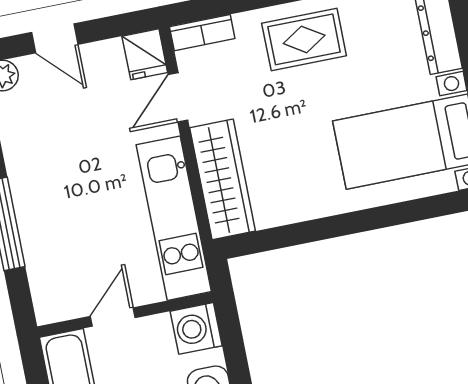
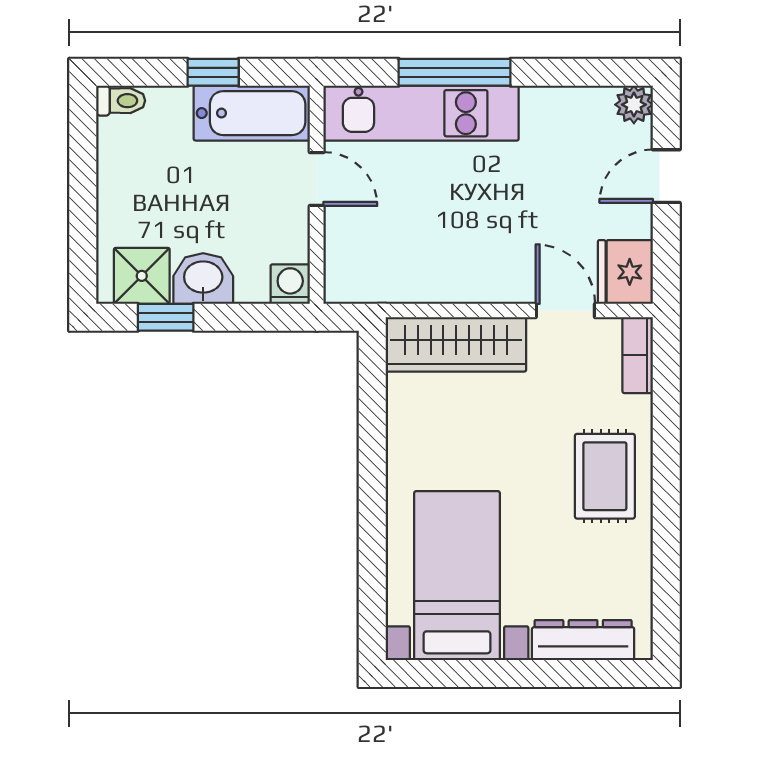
fridge: (145, 54) -> (625, 272), width x1.38
kitchen unit: (174, 218) -> (421, 113), moved, turned 180
washing machine: (196, 328) -> (290, 284), width x0.73, depth x0.73

